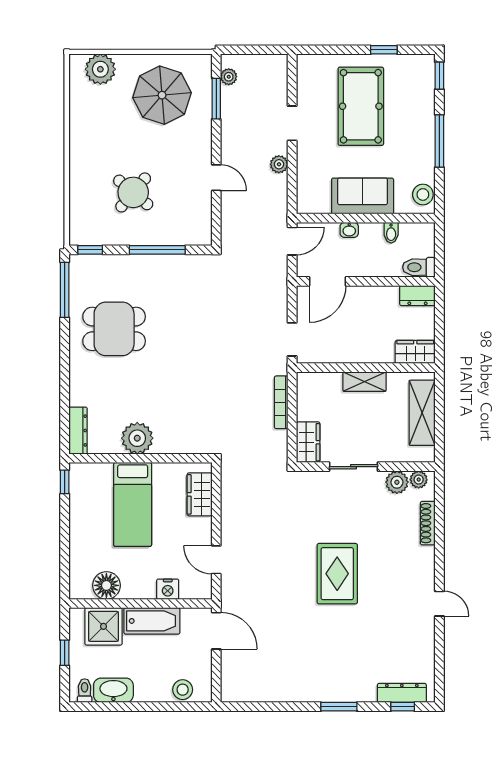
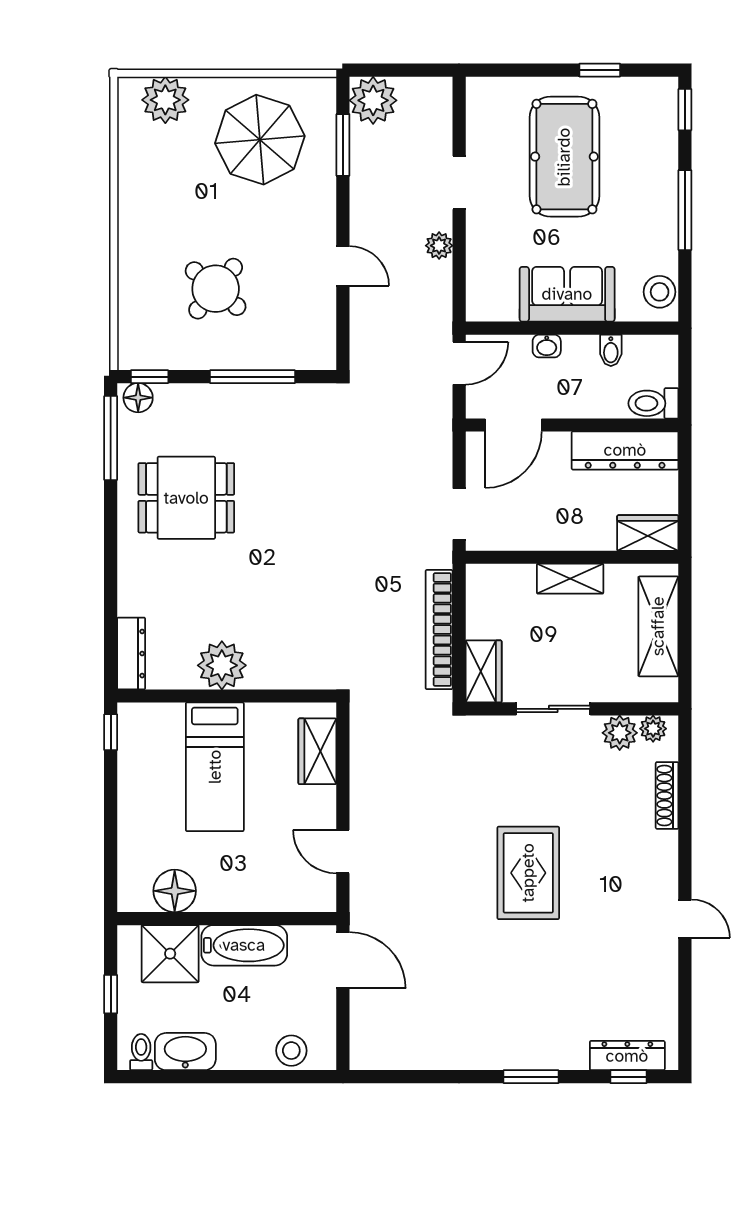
plant: (229, 77) -> (373, 100), width x1.88, depth x1.88
floor lamp: (83, 264) -> (138, 398), added
dresser: (417, 296) -> (625, 450), width x1.96, depth x1.24
bookcase: (281, 402) -> (439, 630), width x1.48, depth x1.31
nightstand: (168, 589) -> (269, 897), removed

